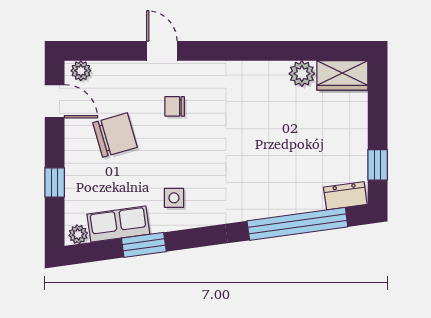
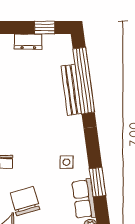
dresser: (345, 196) -> (28, 42), moved, turned -82
bench: (283, 205) -> (71, 90), added

